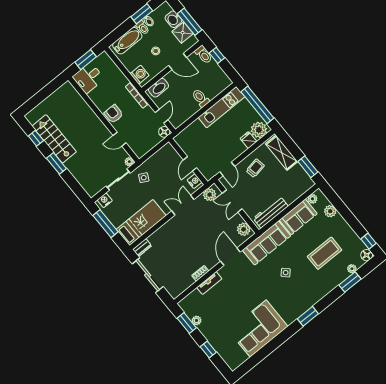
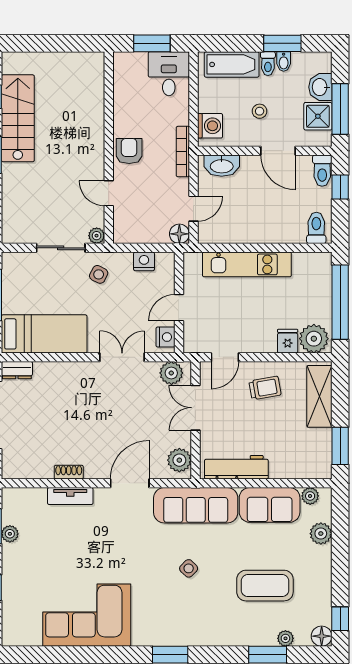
desk: (88, 78) -> (169, 74), moved, turned 90
toilet: (201, 98) -> (316, 228), moved
kitchen unit: (221, 107) -> (247, 264), moved
nightstand: (105, 200) -> (144, 261), moved

